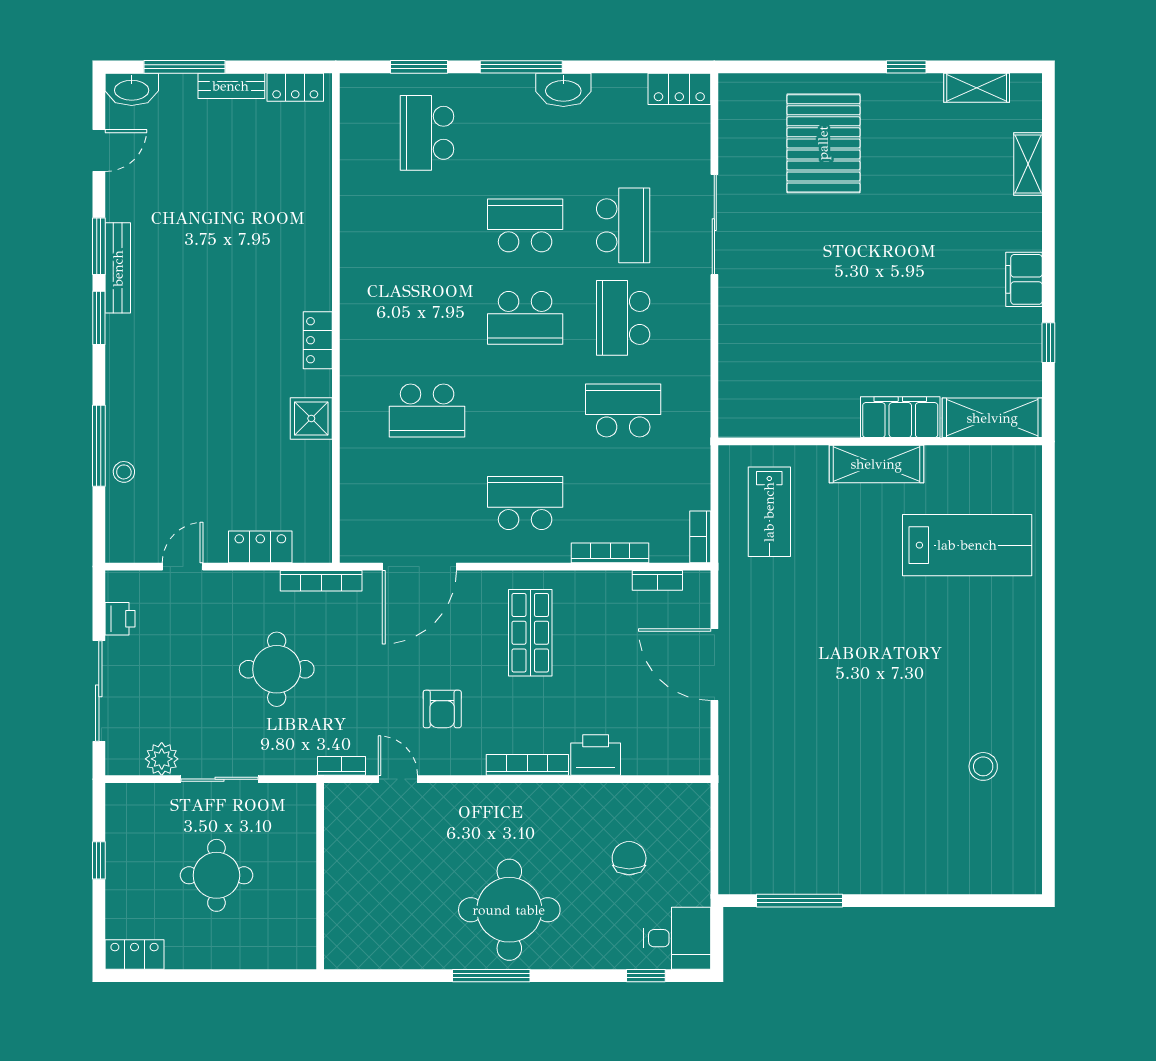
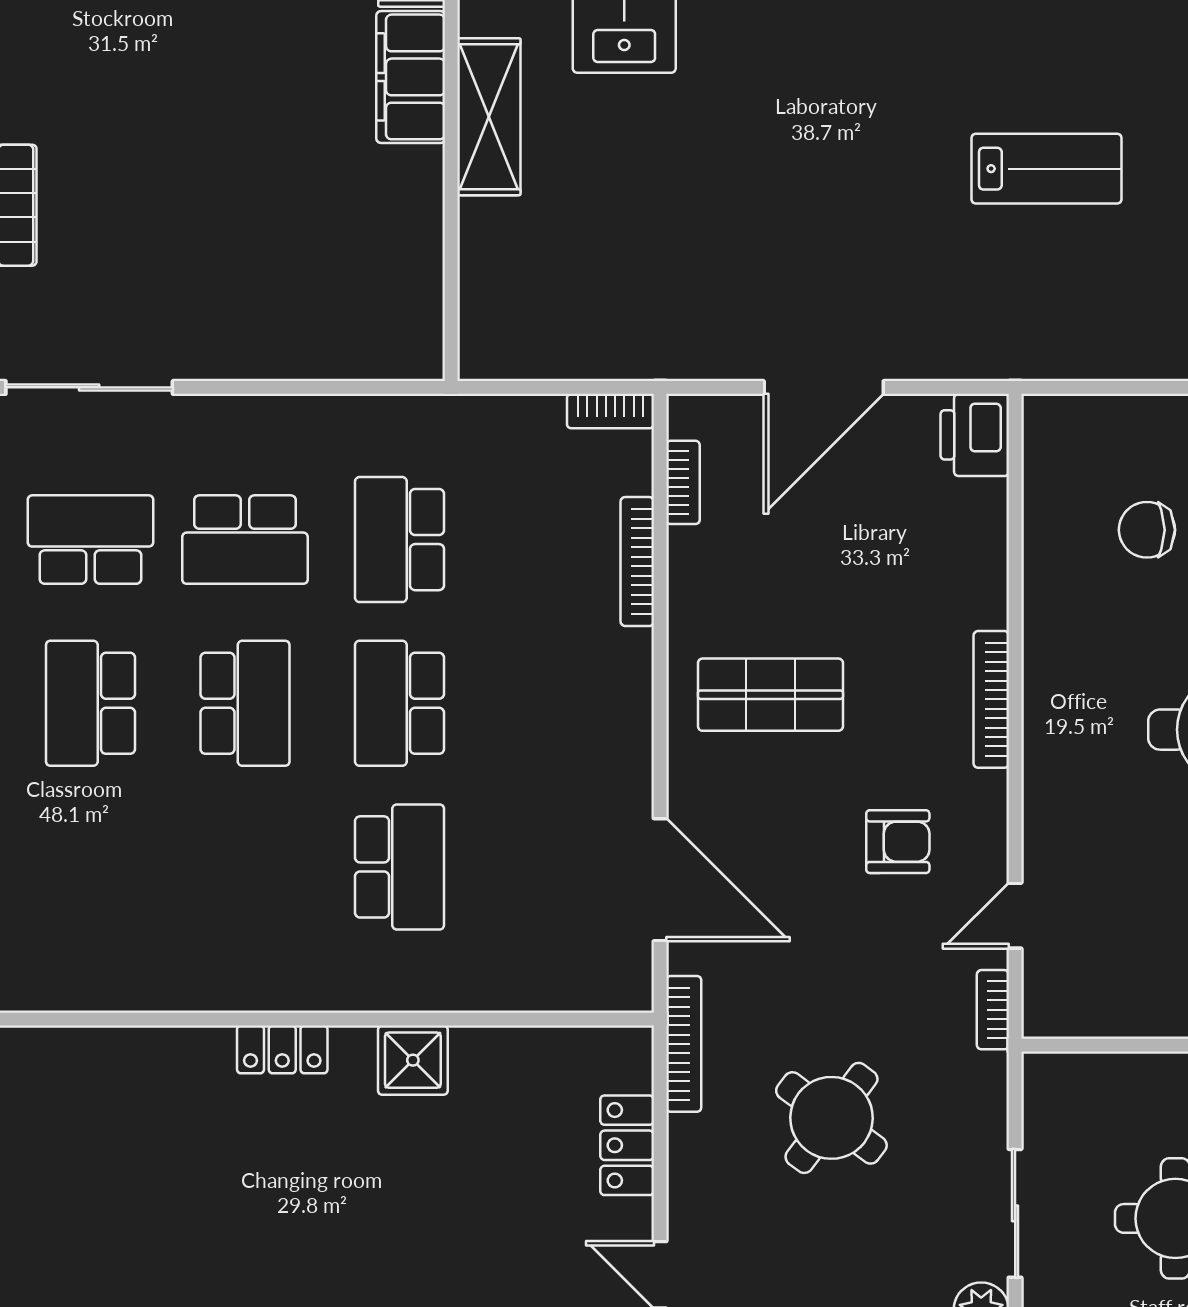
school desk: (525, 503) -> (400, 703), moved
lab bench: (769, 512) -> (1047, 169), moved
round table: (277, 669) -> (831, 1118), turned 37
printer: (596, 755) -> (975, 435), moved

